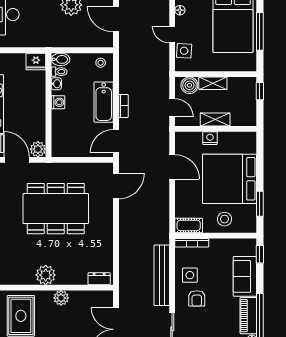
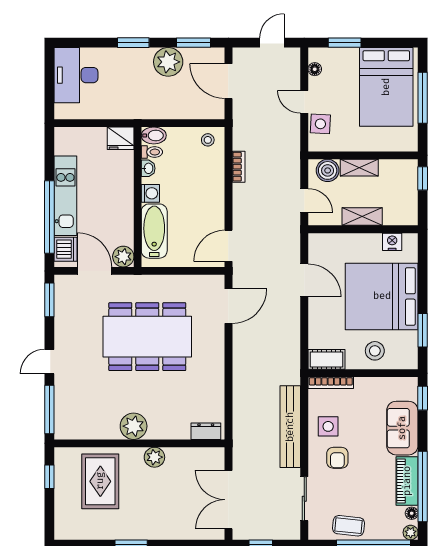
bathtub: (104, 102) -> (154, 231), moved, turned 180
bookcase: (123, 106) -> (239, 167), moved
nightstand: (210, 138) -> (392, 242), moved

